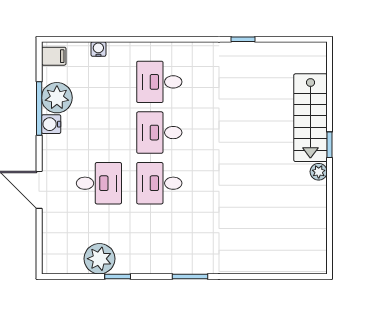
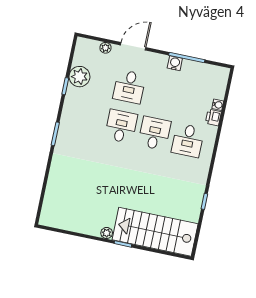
printer: (118, 52) -> (213, 118), added
filing cabinet: (54, 56) -> (219, 74), removed
desk: (159, 82) -> (188, 140), turned 180
plant: (57, 98) -> (105, 48), moved, width x0.53, depth x0.53
stairs: (310, 118) -> (155, 232), width x1.36, depth x1.51

